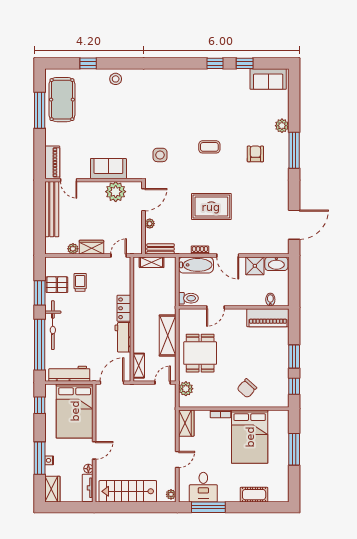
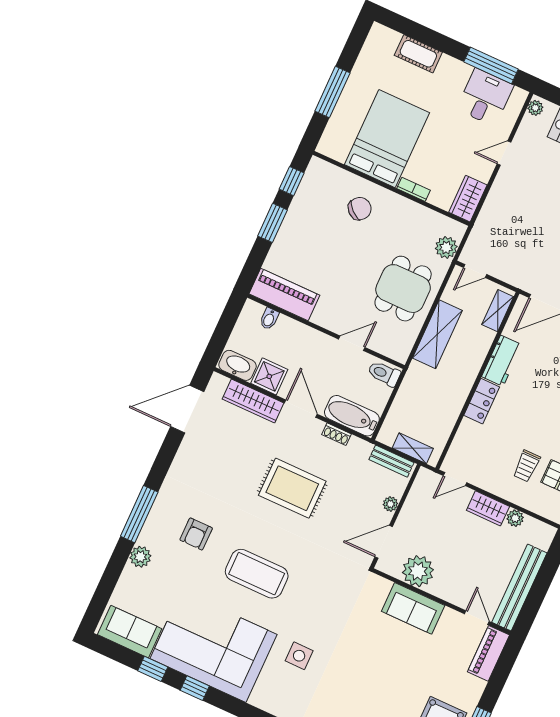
corner sofa: (215, 93) -> (213, 646), added
coffee table: (209, 147) -> (257, 574), width x1.86, depth x1.72
side table: (160, 155) -> (299, 656), moved
wardrobe: (258, 247) -> (253, 401), added

